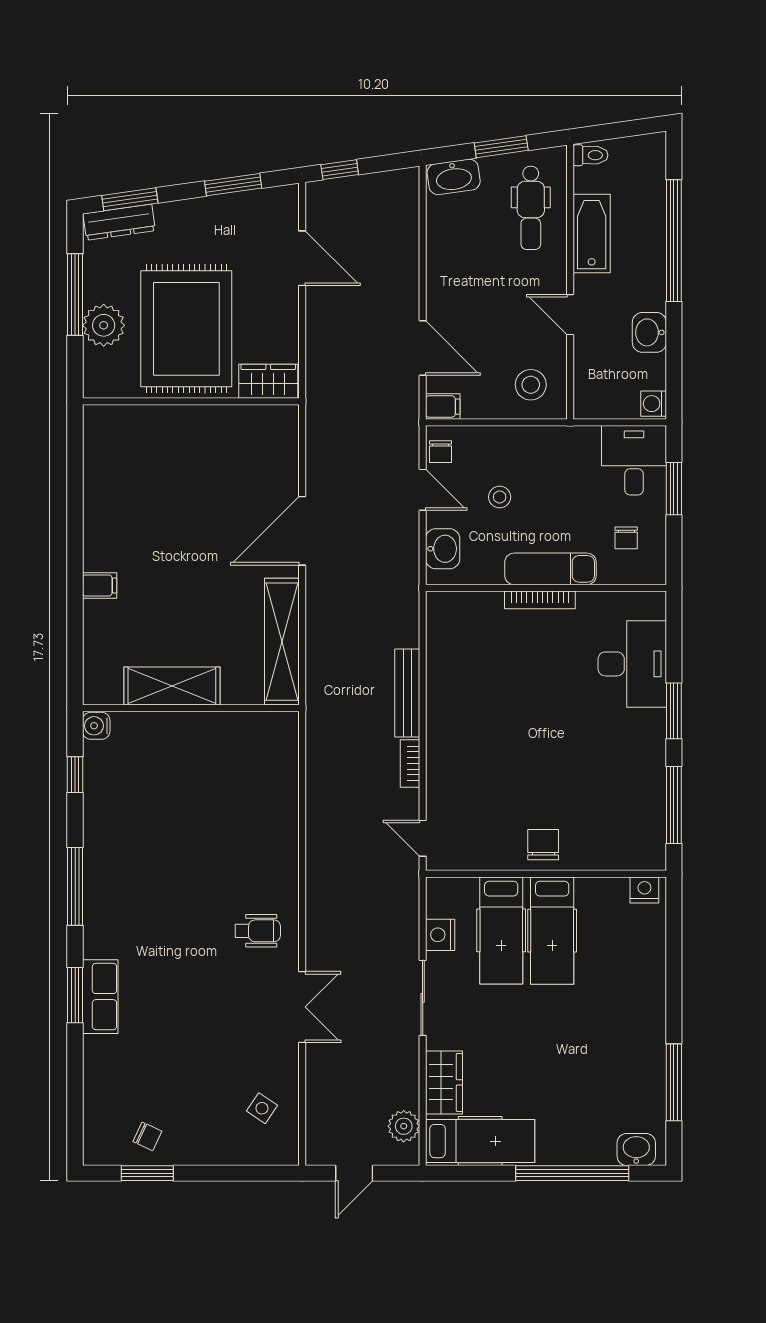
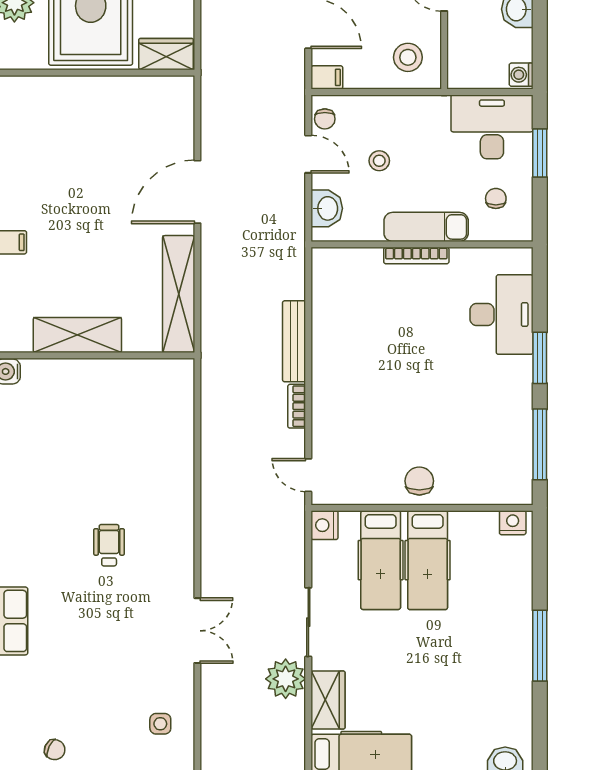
desk: (634, 460) -> (492, 127), width x1.37
chair: (626, 538) -> (496, 198), turned 180
wheelchair: (258, 931) -> (109, 545), moved, turned -90
nightstand: (440, 935) -> (324, 525), moved
window: (674, 1082) -> (540, 646), moved
side table: (262, 1108) -> (160, 724), turned -34
plant: (404, 1126) -> (286, 679), moved, width x1.36, depth x1.36

